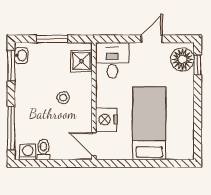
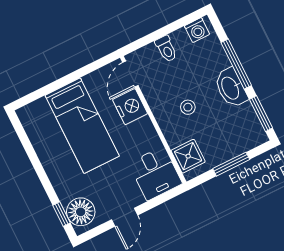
washbasin: (21, 55) -> (231, 88), moved, width x1.91, depth x1.45
window: (11, 128) -> (236, 64), moved
door: (94, 144) -> (130, 74), swing flipped
toilet: (43, 149) -> (166, 49), moved

